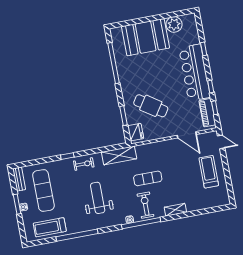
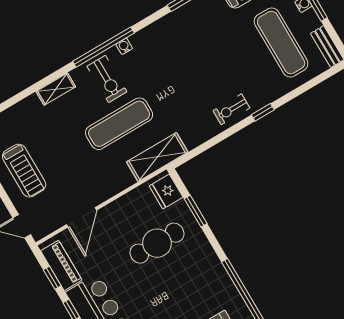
cafe table: (151, 106) -> (157, 243), turned -34
door: (187, 135) -> (81, 217), swing flipped
shelving: (119, 155) -> (157, 157), moved
exercise mat: (148, 178) -> (119, 124), width x1.36, depth x1.45
weight bench: (98, 198) -> (189, 63), removed

